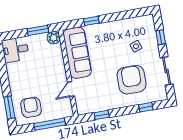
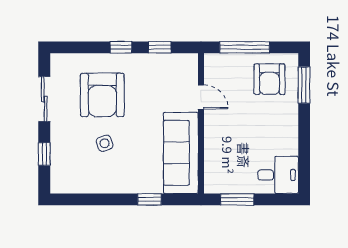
plant: (54, 38) -> (214, 183), removed
side table: (136, 46) -> (105, 143), moved
door: (71, 89) -> (201, 97), hinge flipped
window: (146, 107) -> (121, 47), moved

